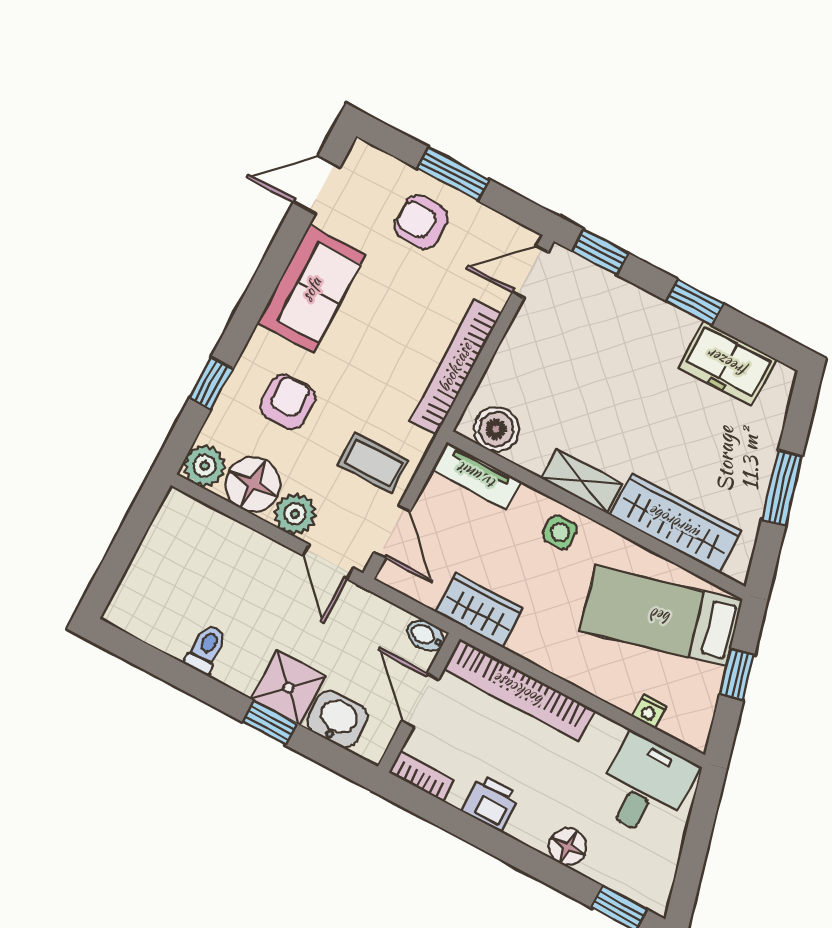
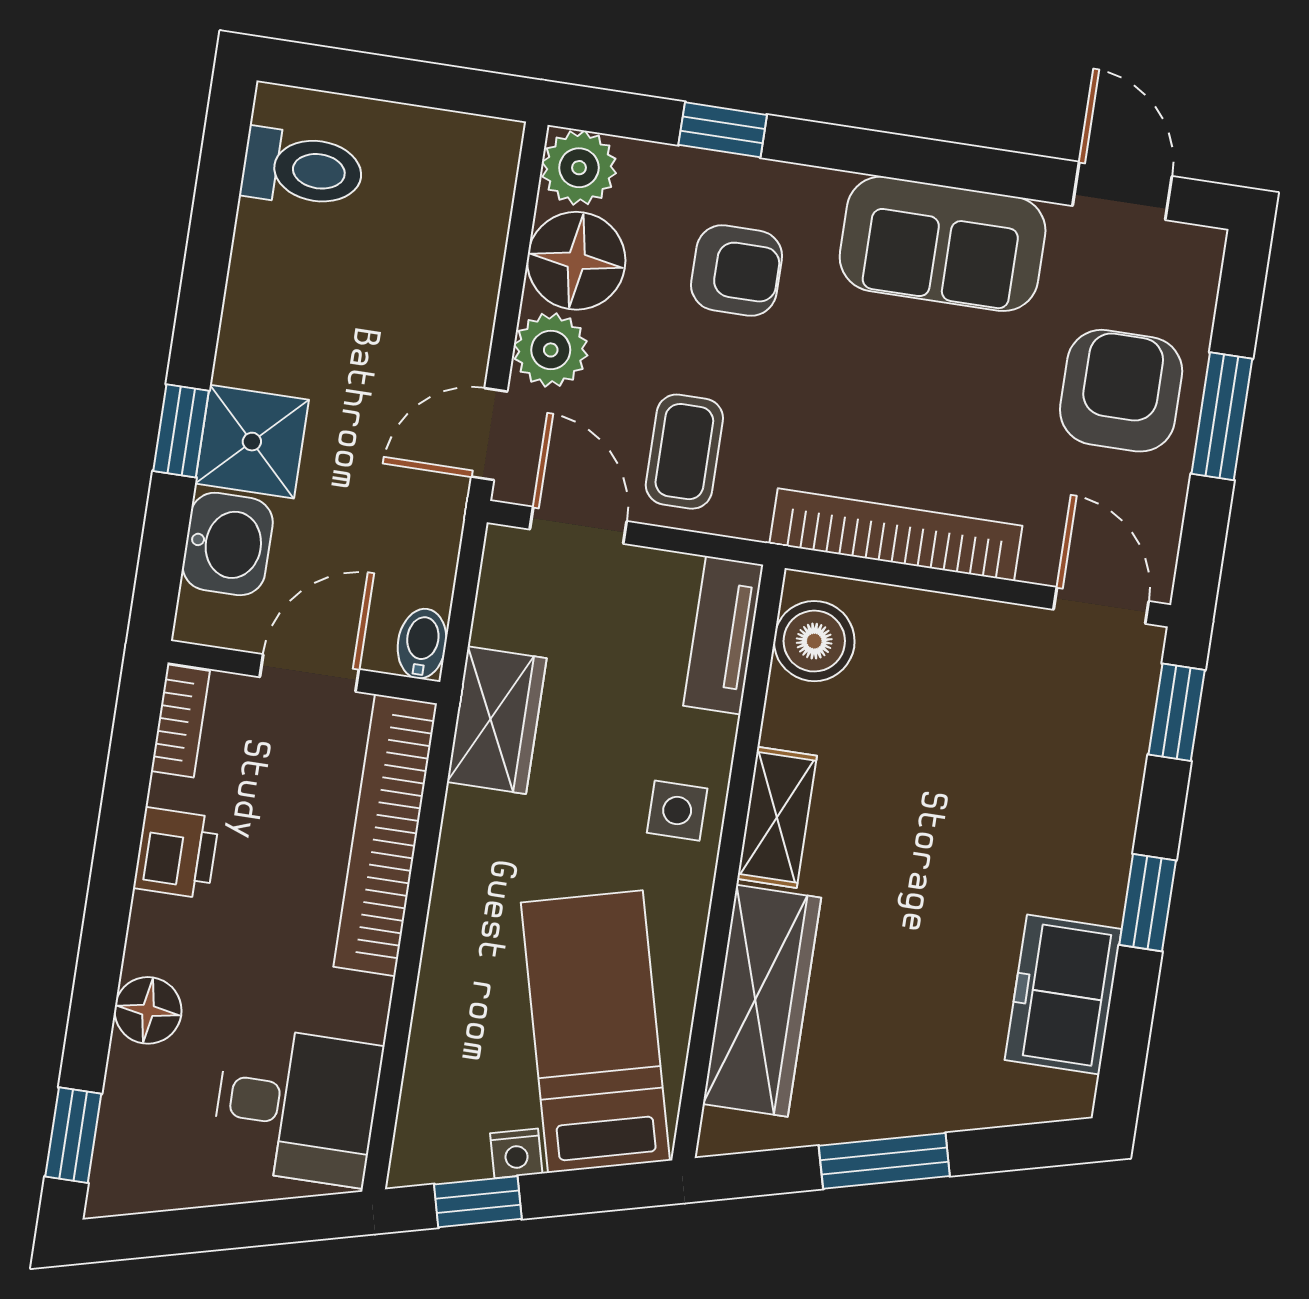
armchair: (421, 222) -> (1121, 391), width x1.38, depth x1.38
door: (392, 532) -> (578, 525), swing flipped
toilet: (206, 649) -> (303, 169), moved, width x1.37, depth x1.39
window: (737, 675) -> (478, 1202), moved
nightstand: (649, 711) -> (516, 1153), moved, turned -104

